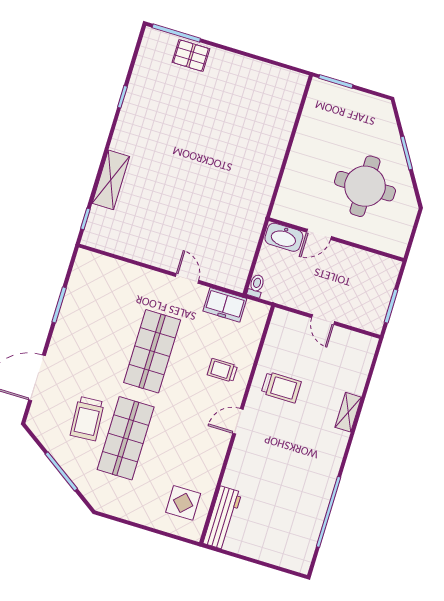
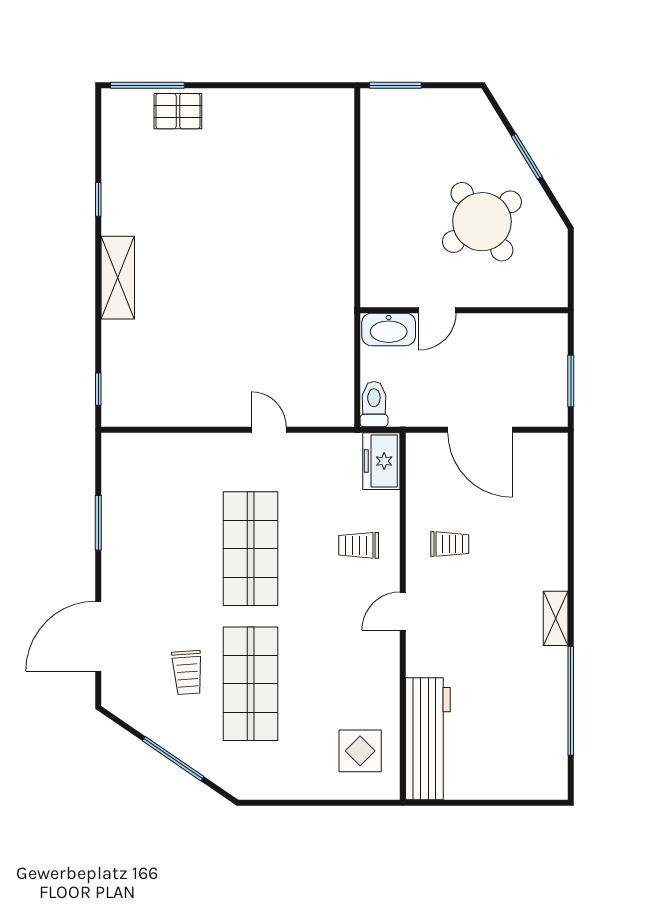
shelving: (111, 180) -> (118, 278), moved
round table: (365, 186) -> (482, 222), turned -35
toilet: (256, 286) -> (374, 404), width x1.37, depth x1.39
freezer: (225, 305) -> (381, 461), moved, turned 90
door: (323, 320) -> (480, 430), width x1.88
trolley: (281, 387) -> (450, 544), width x0.73, depth x0.72
shelving: (348, 412) -> (556, 618), moved
trolley: (87, 419) -> (187, 672), width x0.73, depth x0.72
workbench: (222, 518) -> (428, 739), width x1.36, depth x1.32

